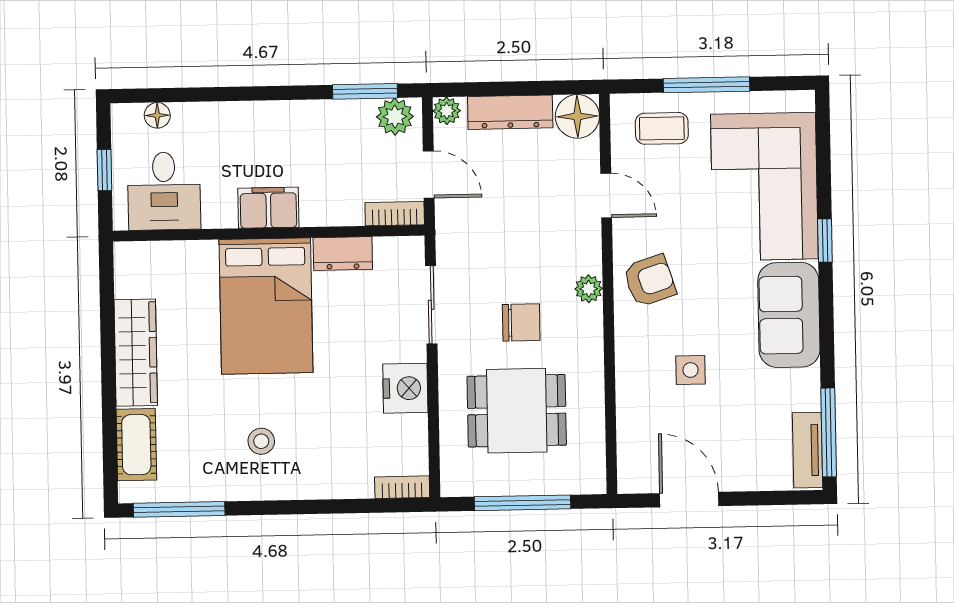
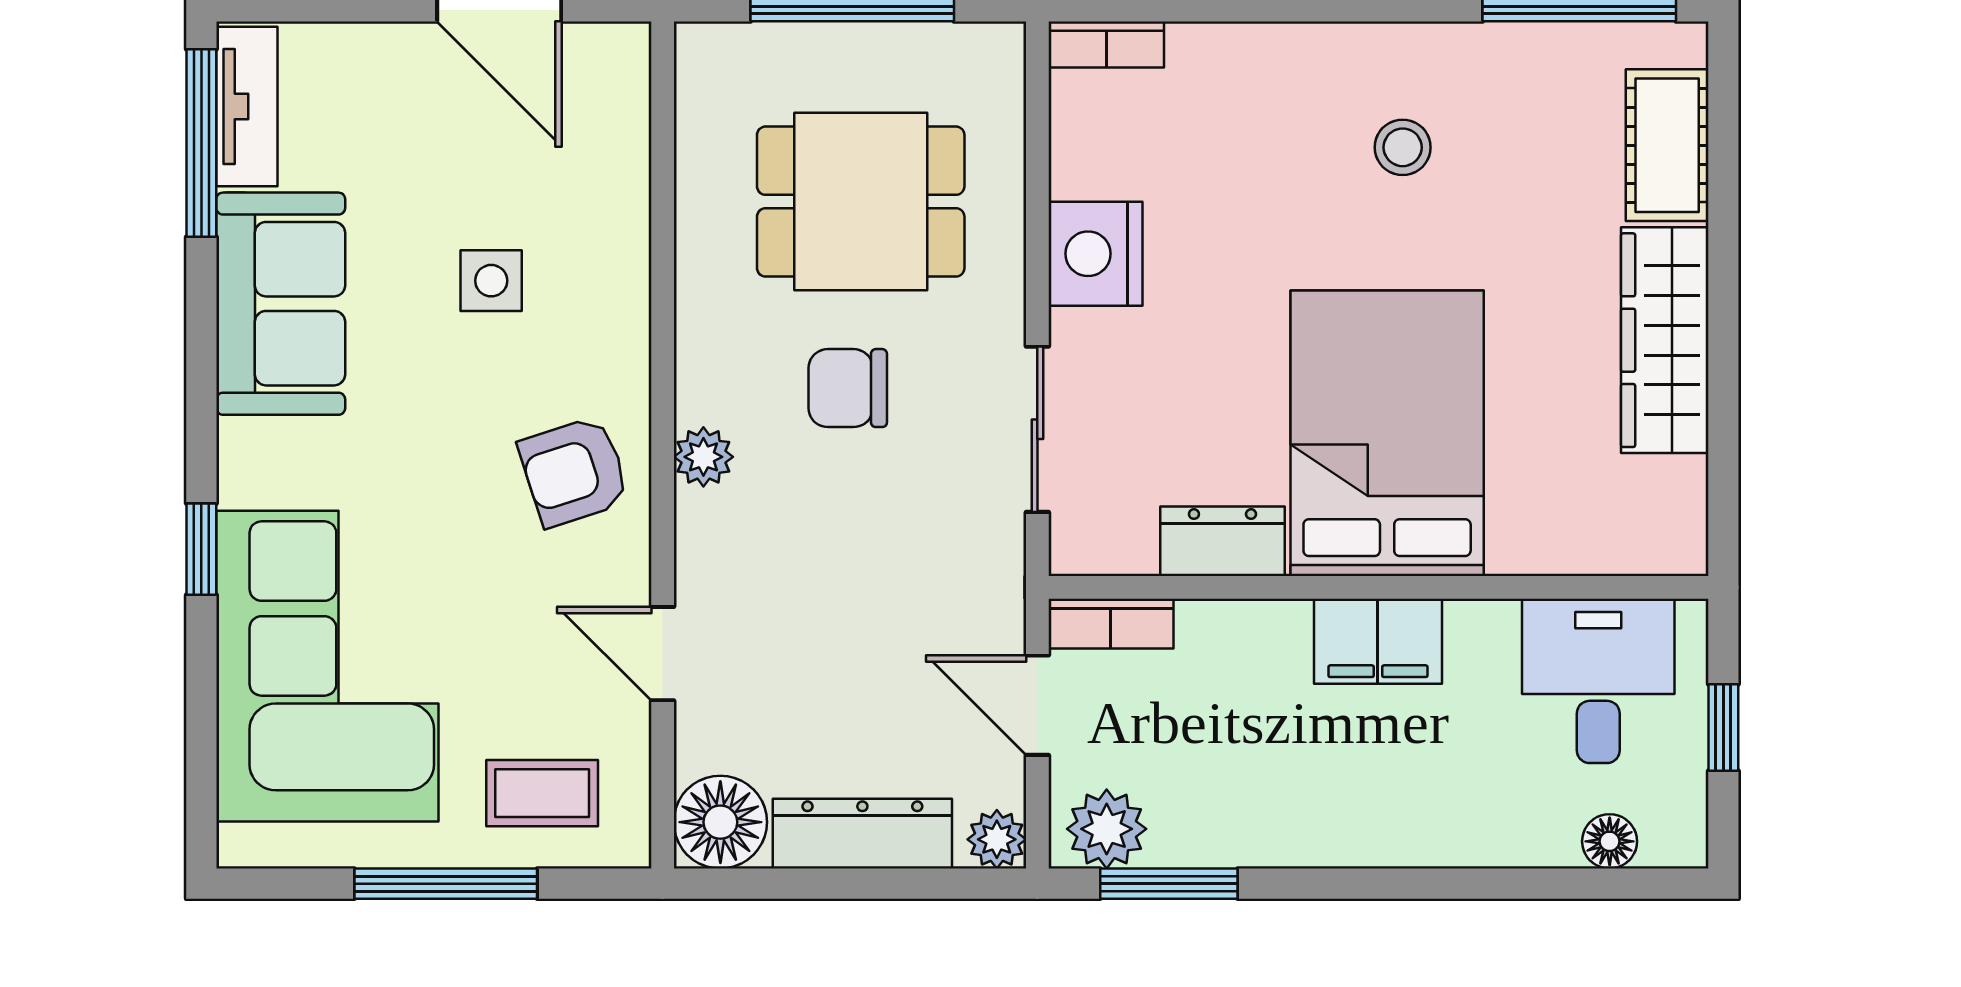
sofa: (789, 315) -> (281, 304), moved

